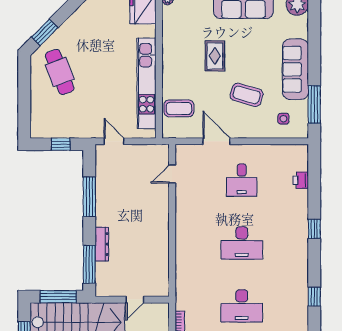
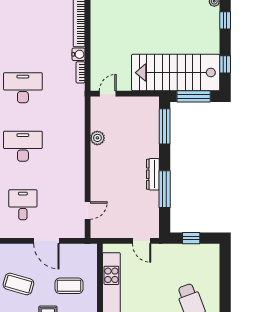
coffee table: (179, 108) -> (69, 286), moved
dresser: (102, 244) -> (153, 174), moved
plant: (162, 252) -> (97, 138), added
door: (135, 300) -> (108, 94), moved

